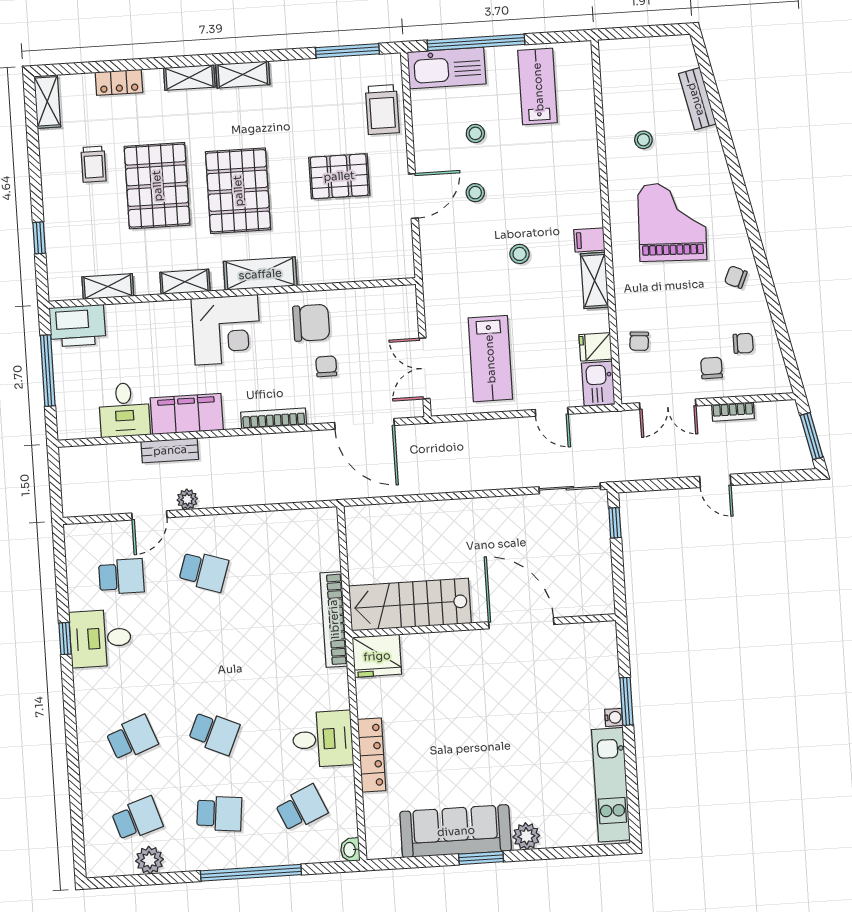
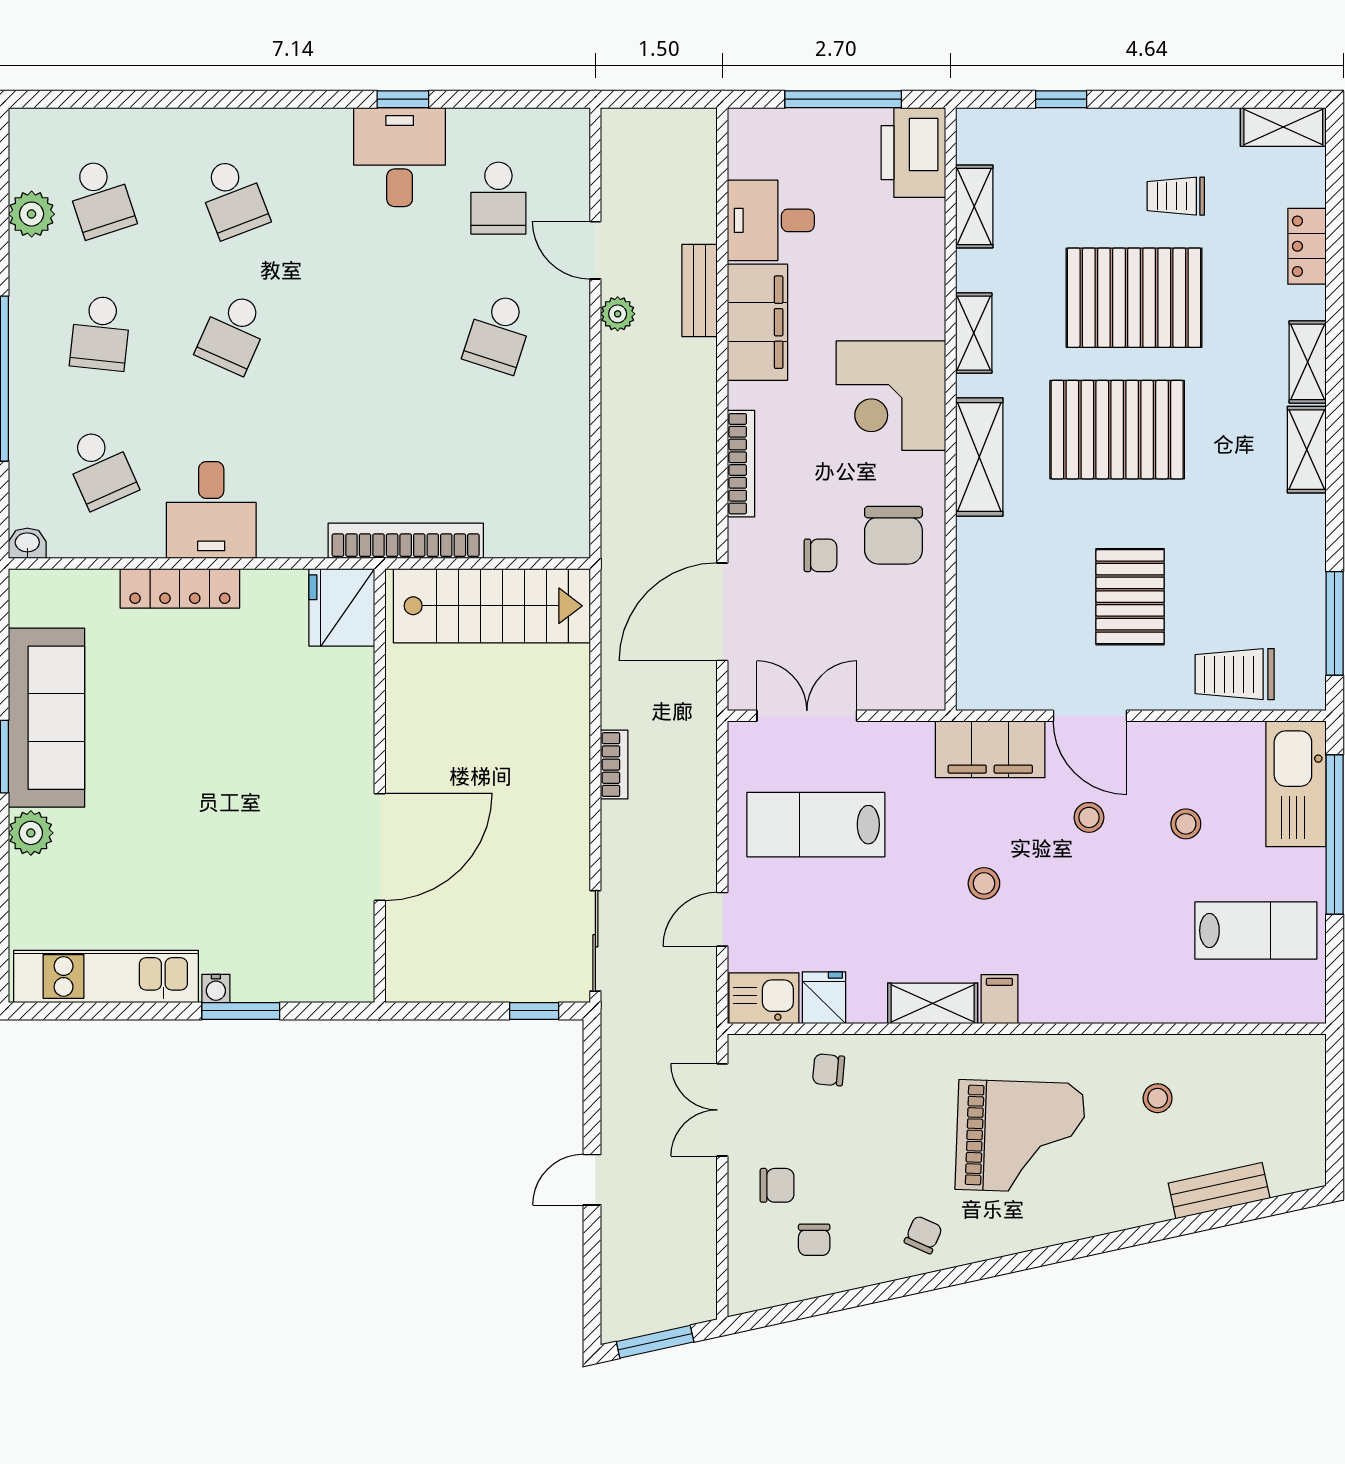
filing cabinet: (438, 255) -> (990, 749), added
bookcase: (733, 412) -> (614, 765), moved, turned 180
stairs: (410, 605) -> (492, 606), moved, turned 90

